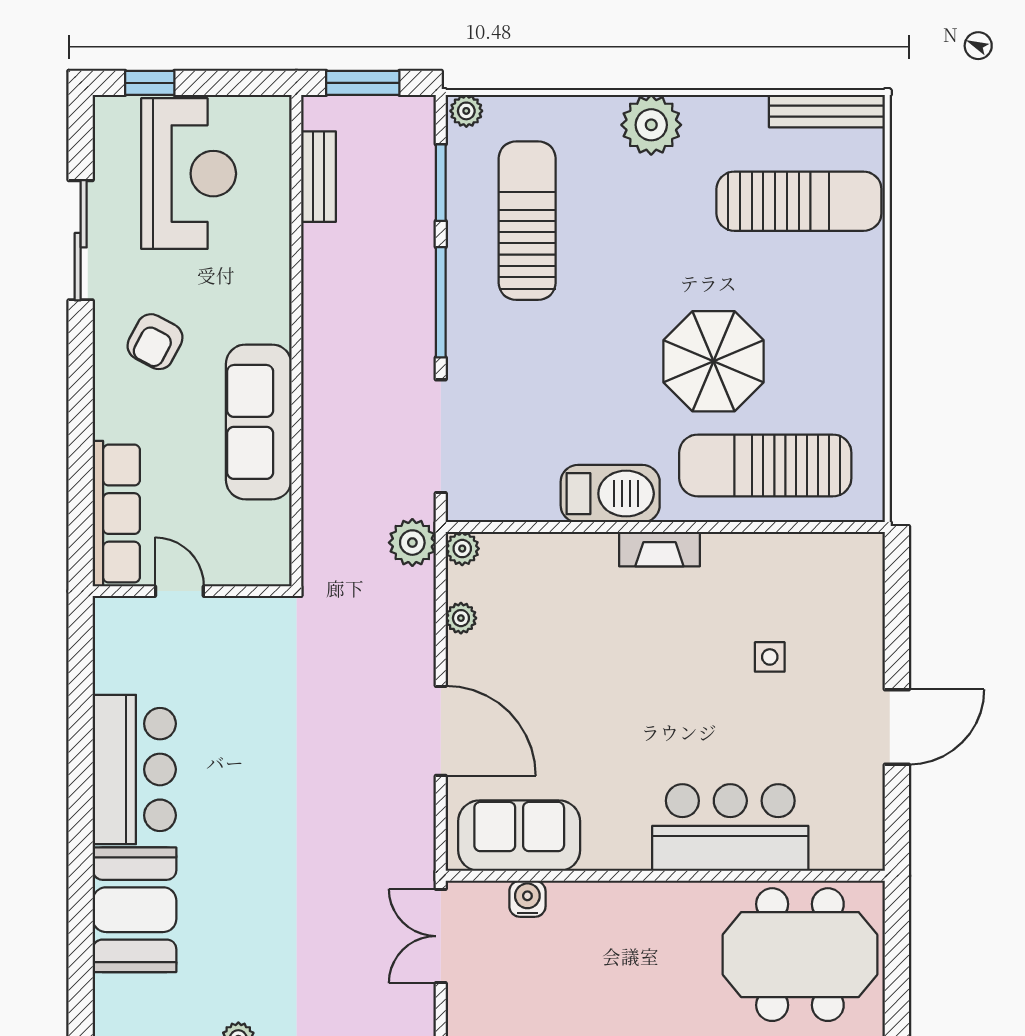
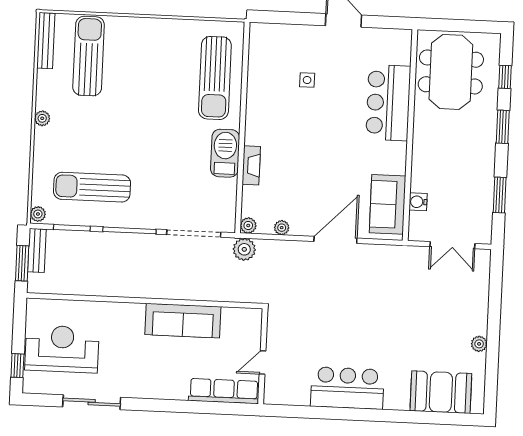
plant: (651, 125) -> (42, 118), width x0.53, depth x0.53
bench: (319, 177) -> (37, 250), moved, turned 90
armchair: (155, 342) -> (142, 369), removed
parasol: (713, 361) -> (164, 101), removed
fireplace: (659, 549) -> (251, 165), moved
booth: (135, 910) -> (441, 392), moved
double door: (441, 936) -> (452, 245), moved

